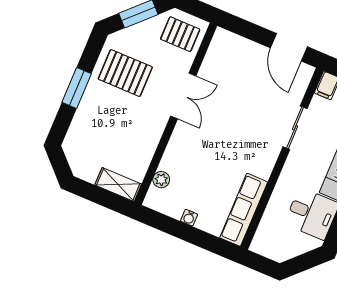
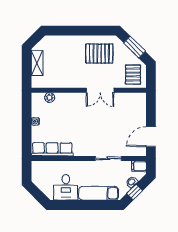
pallet: (125, 73) -> (99, 54), turned 90
window: (77, 88) -> (80, 31), removed
shelving: (118, 184) -> (37, 63), moved

